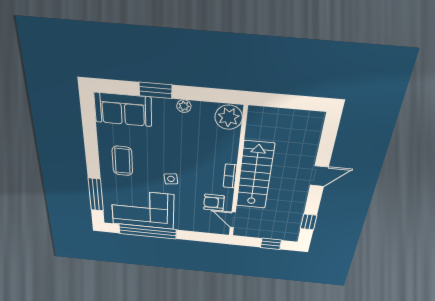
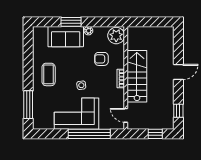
sofa: (123, 110) -> (66, 37), moved
armchair: (214, 203) -> (101, 59), moved
corner sofa: (143, 209) -> (77, 114), moved
window: (148, 231) -> (89, 134), moved

